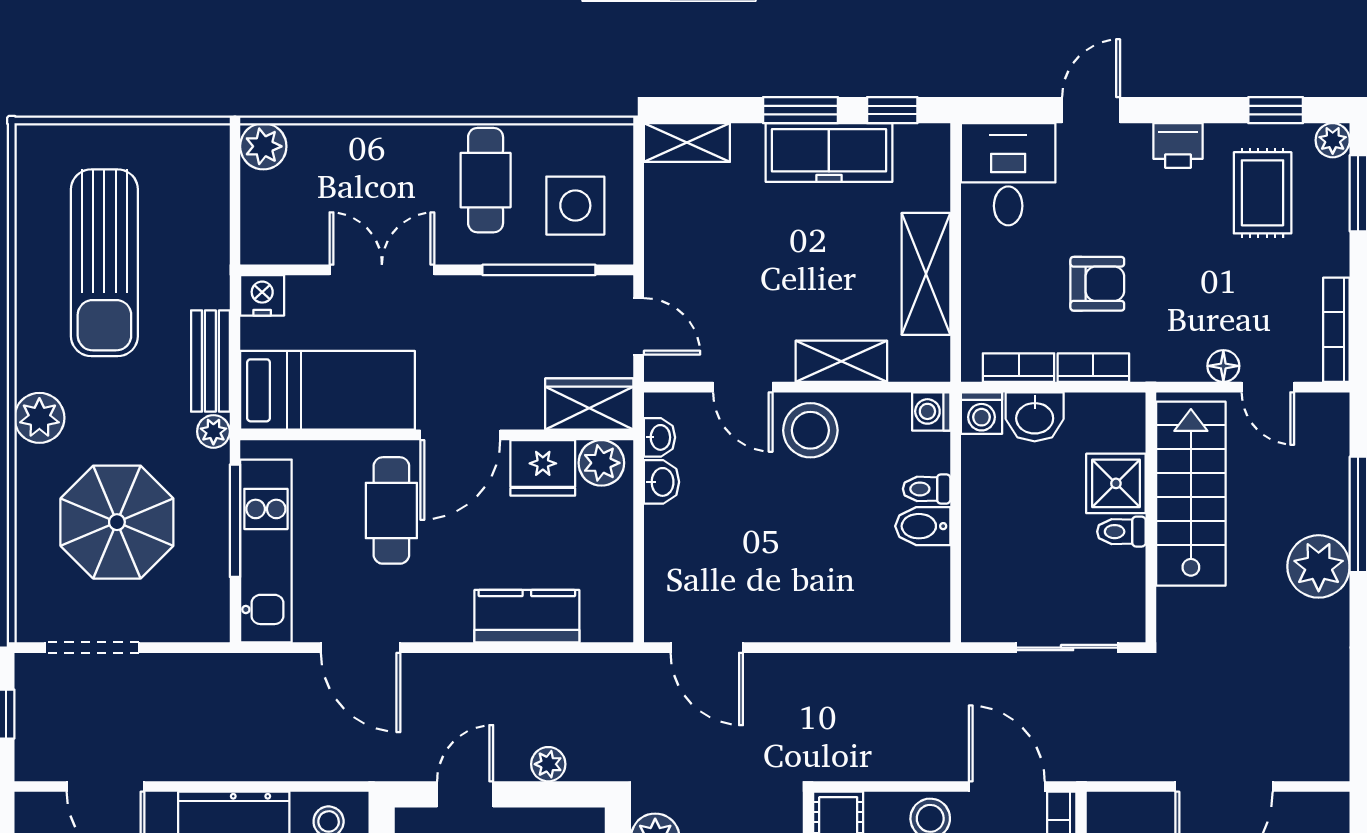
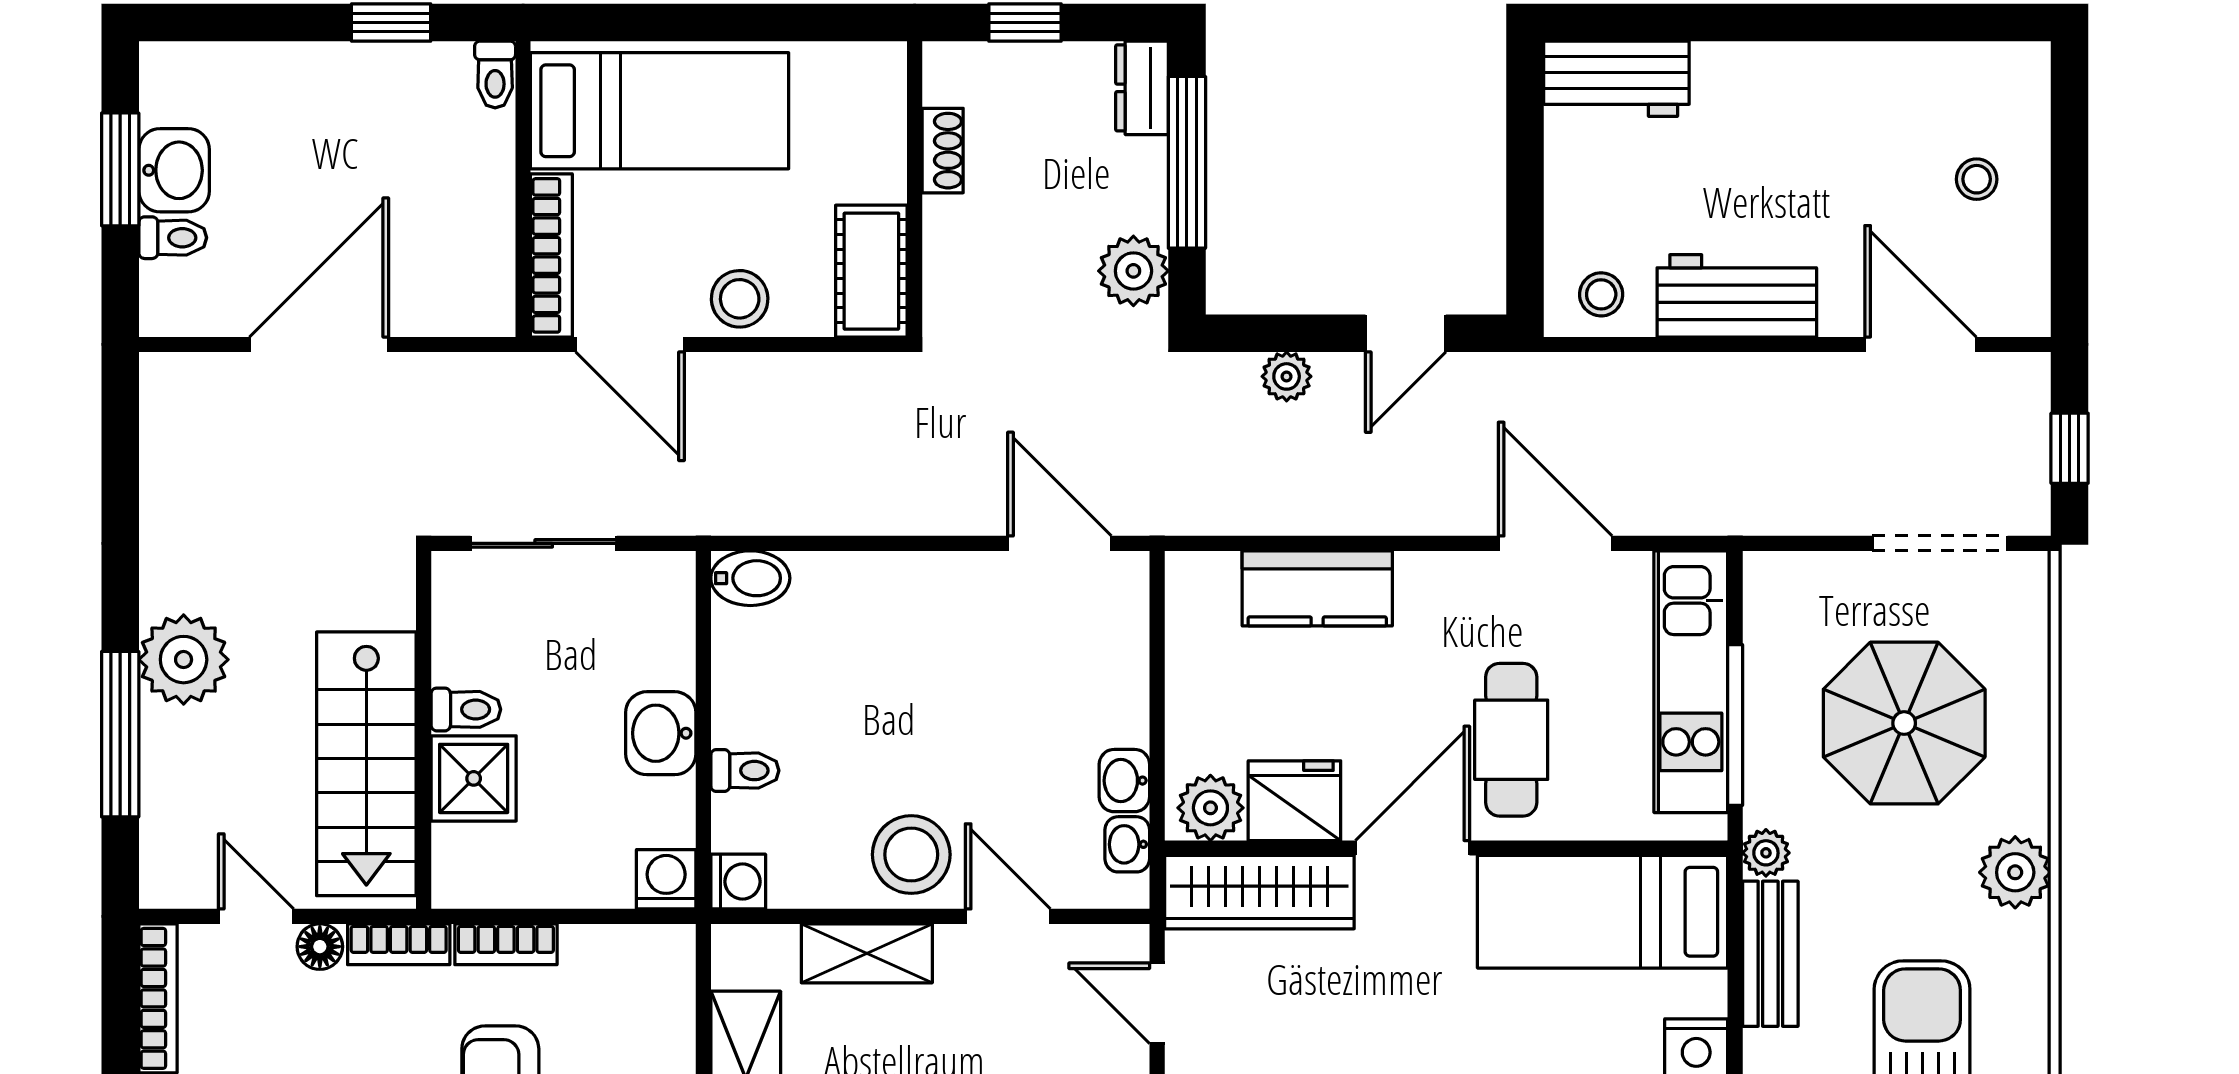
bookcase: (1019, 368) -> (399, 944), moved
wardrobe: (589, 404) -> (1259, 892), width x1.50
washbasin: (1035, 417) -> (661, 733), moved, turned -90
bidet: (923, 526) -> (750, 578), moved

